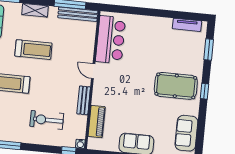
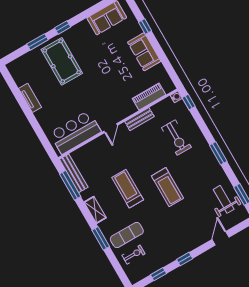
tv unit: (187, 25) -> (30, 98), moved
window: (209, 50) -> (37, 42), moved
pool table: (176, 86) -> (62, 61), moved

